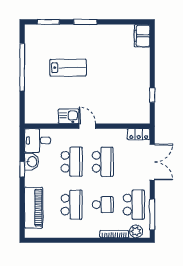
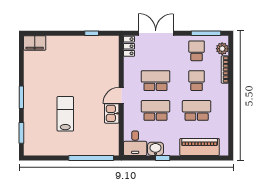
window: (22, 67) -> (91, 158), moved
school desk: (134, 205) -> (197, 51), width x0.54

